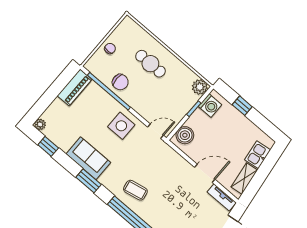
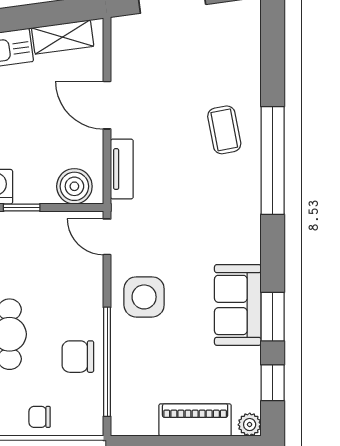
chair: (120, 82) -> (78, 357), turned -90
piano: (75, 87) -> (195, 420), moved
window: (89, 181) -> (273, 317), moved
coffee table: (135, 190) -> (224, 130), moved
tv unit: (222, 197) -> (122, 169), moved

